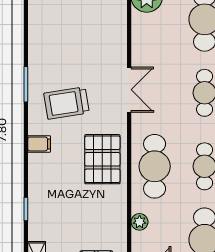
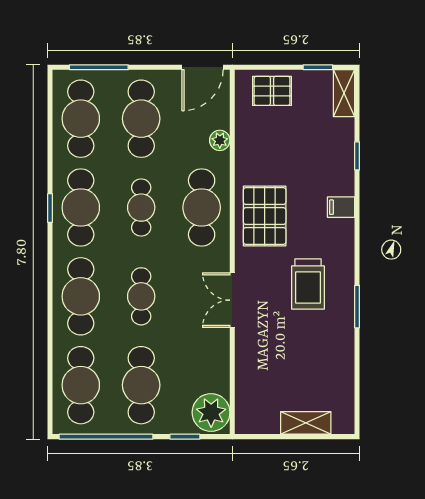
trolley: (66, 103) -> (308, 284), turned 99
filing cabinet: (39, 144) -> (341, 207), moved

